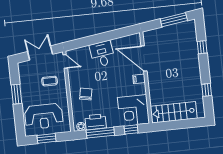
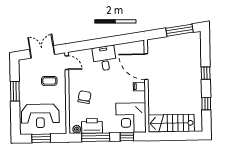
window: (202, 47) -> (206, 73), moved

